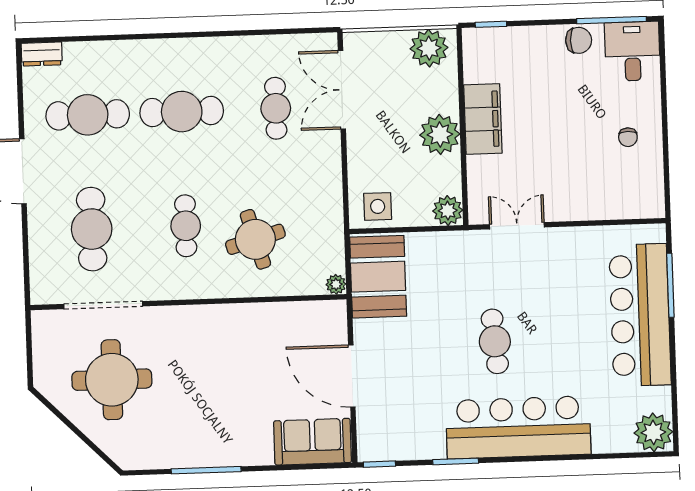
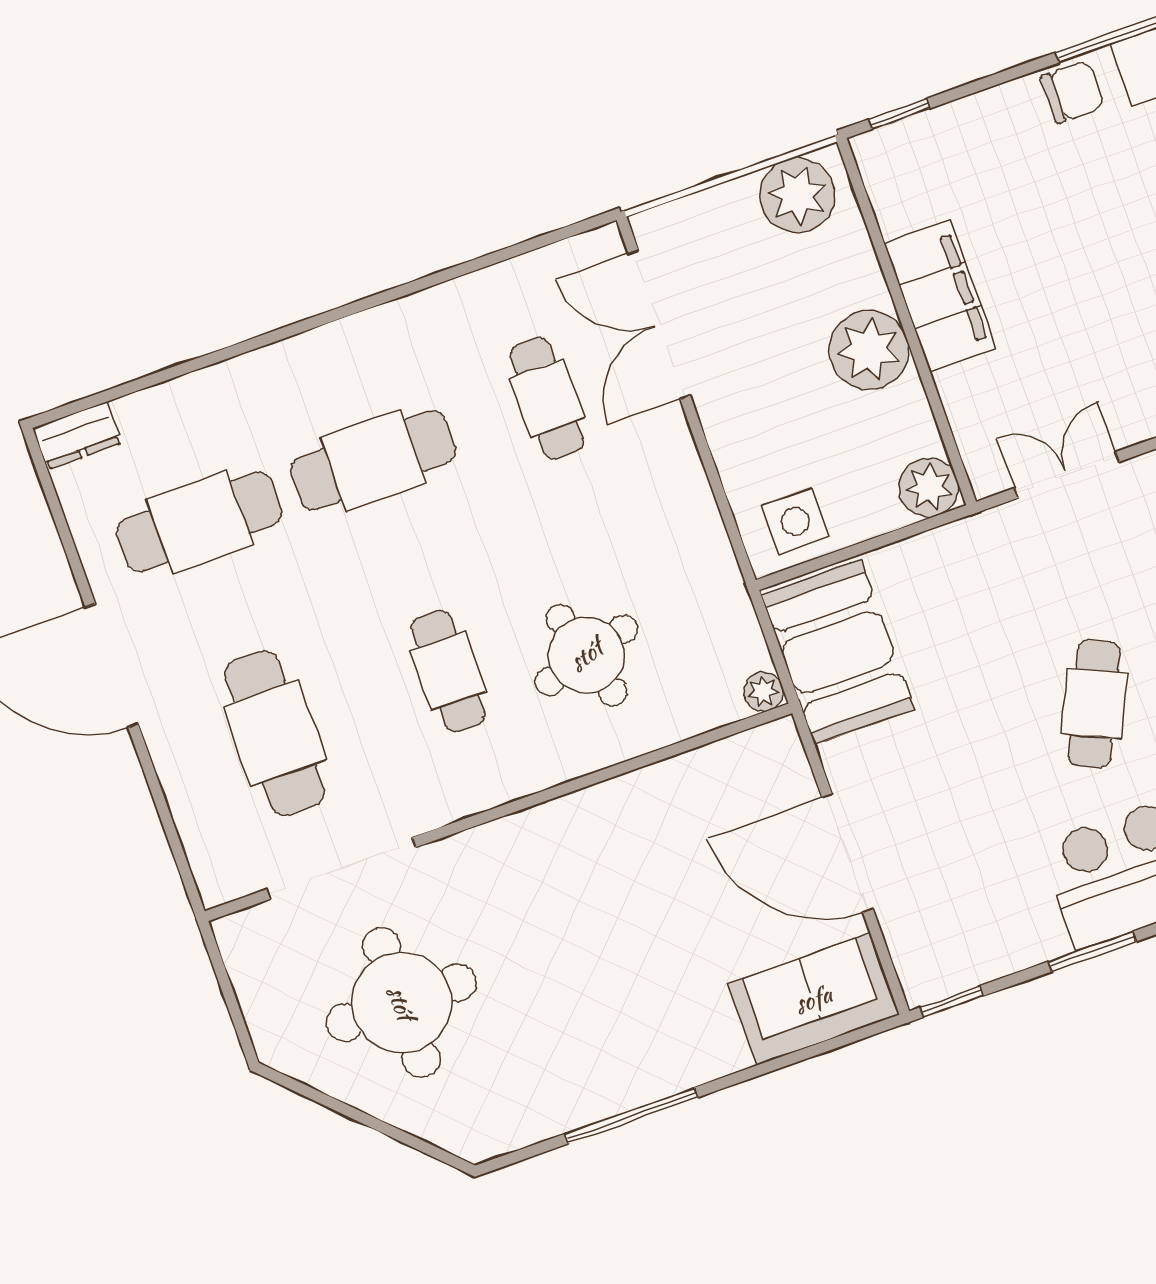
cafe table: (495, 341) -> (1094, 704), turned 30

